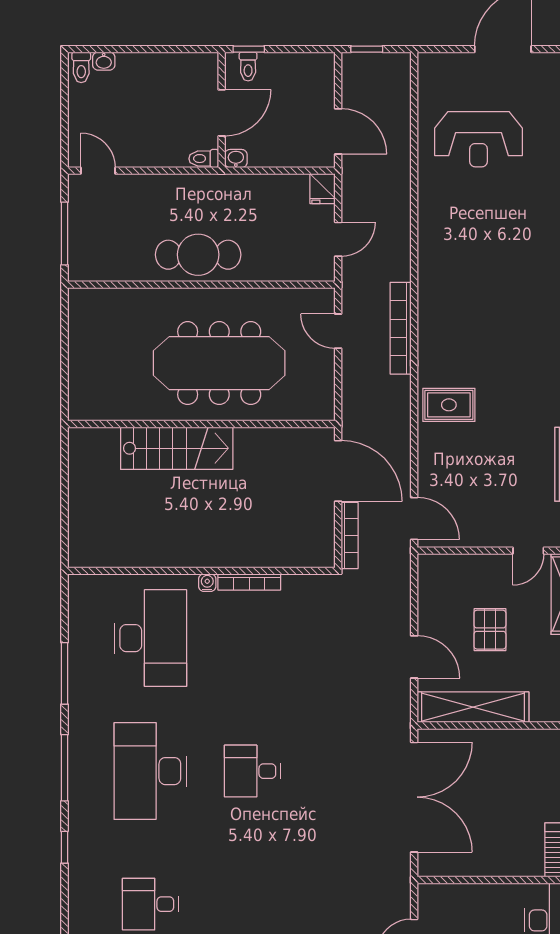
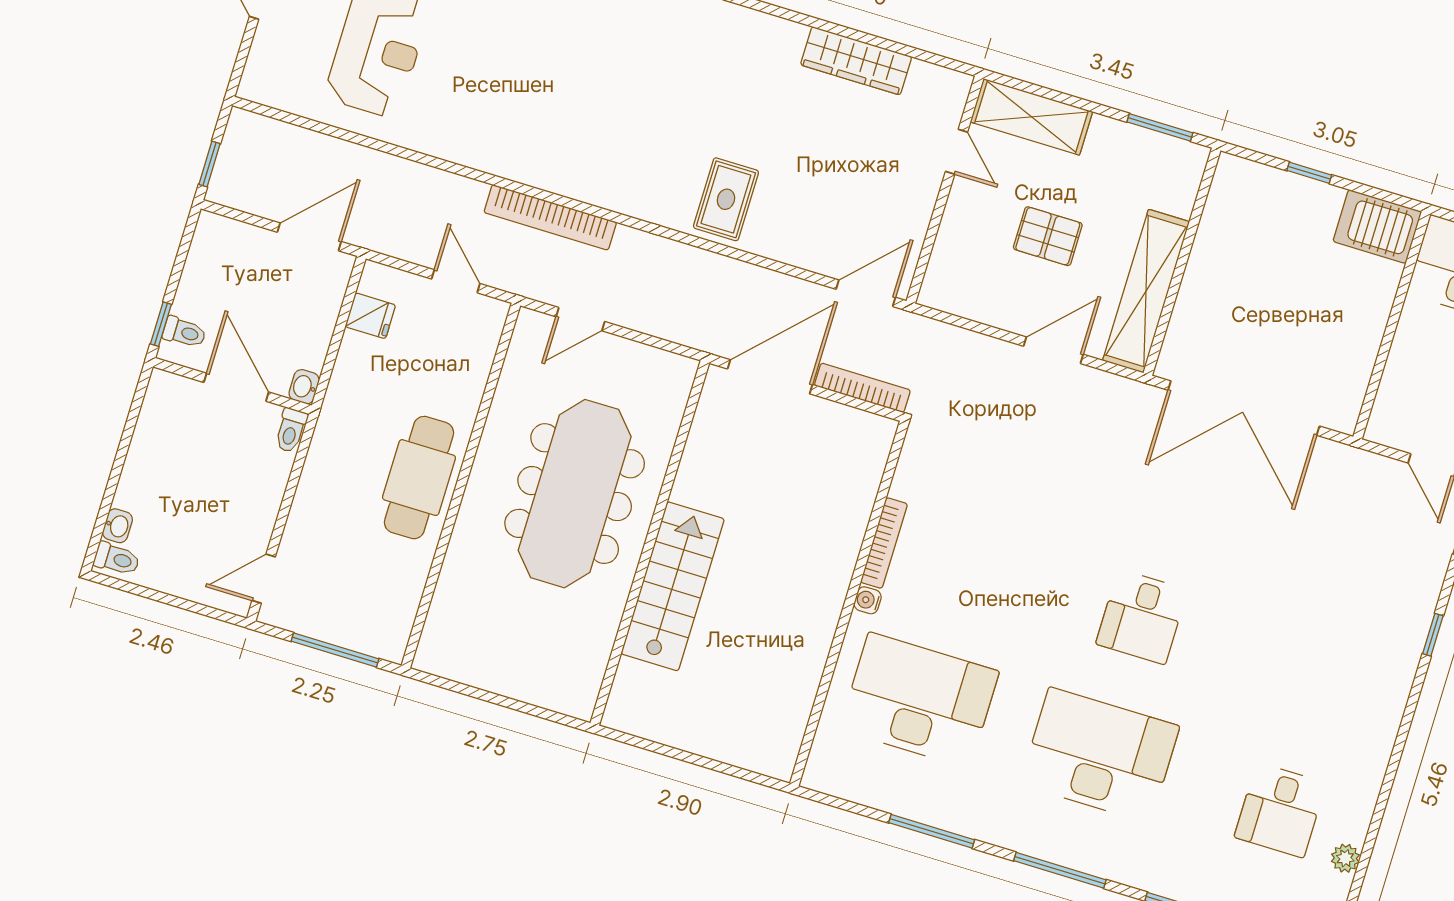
fridge: (322, 189) -> (370, 316), moved
bookcase: (401, 328) -> (550, 217), moved
desk: (150, 771) -> (1100, 755), turned 180
double door: (414, 797) -> (1244, 408), swing flipped

